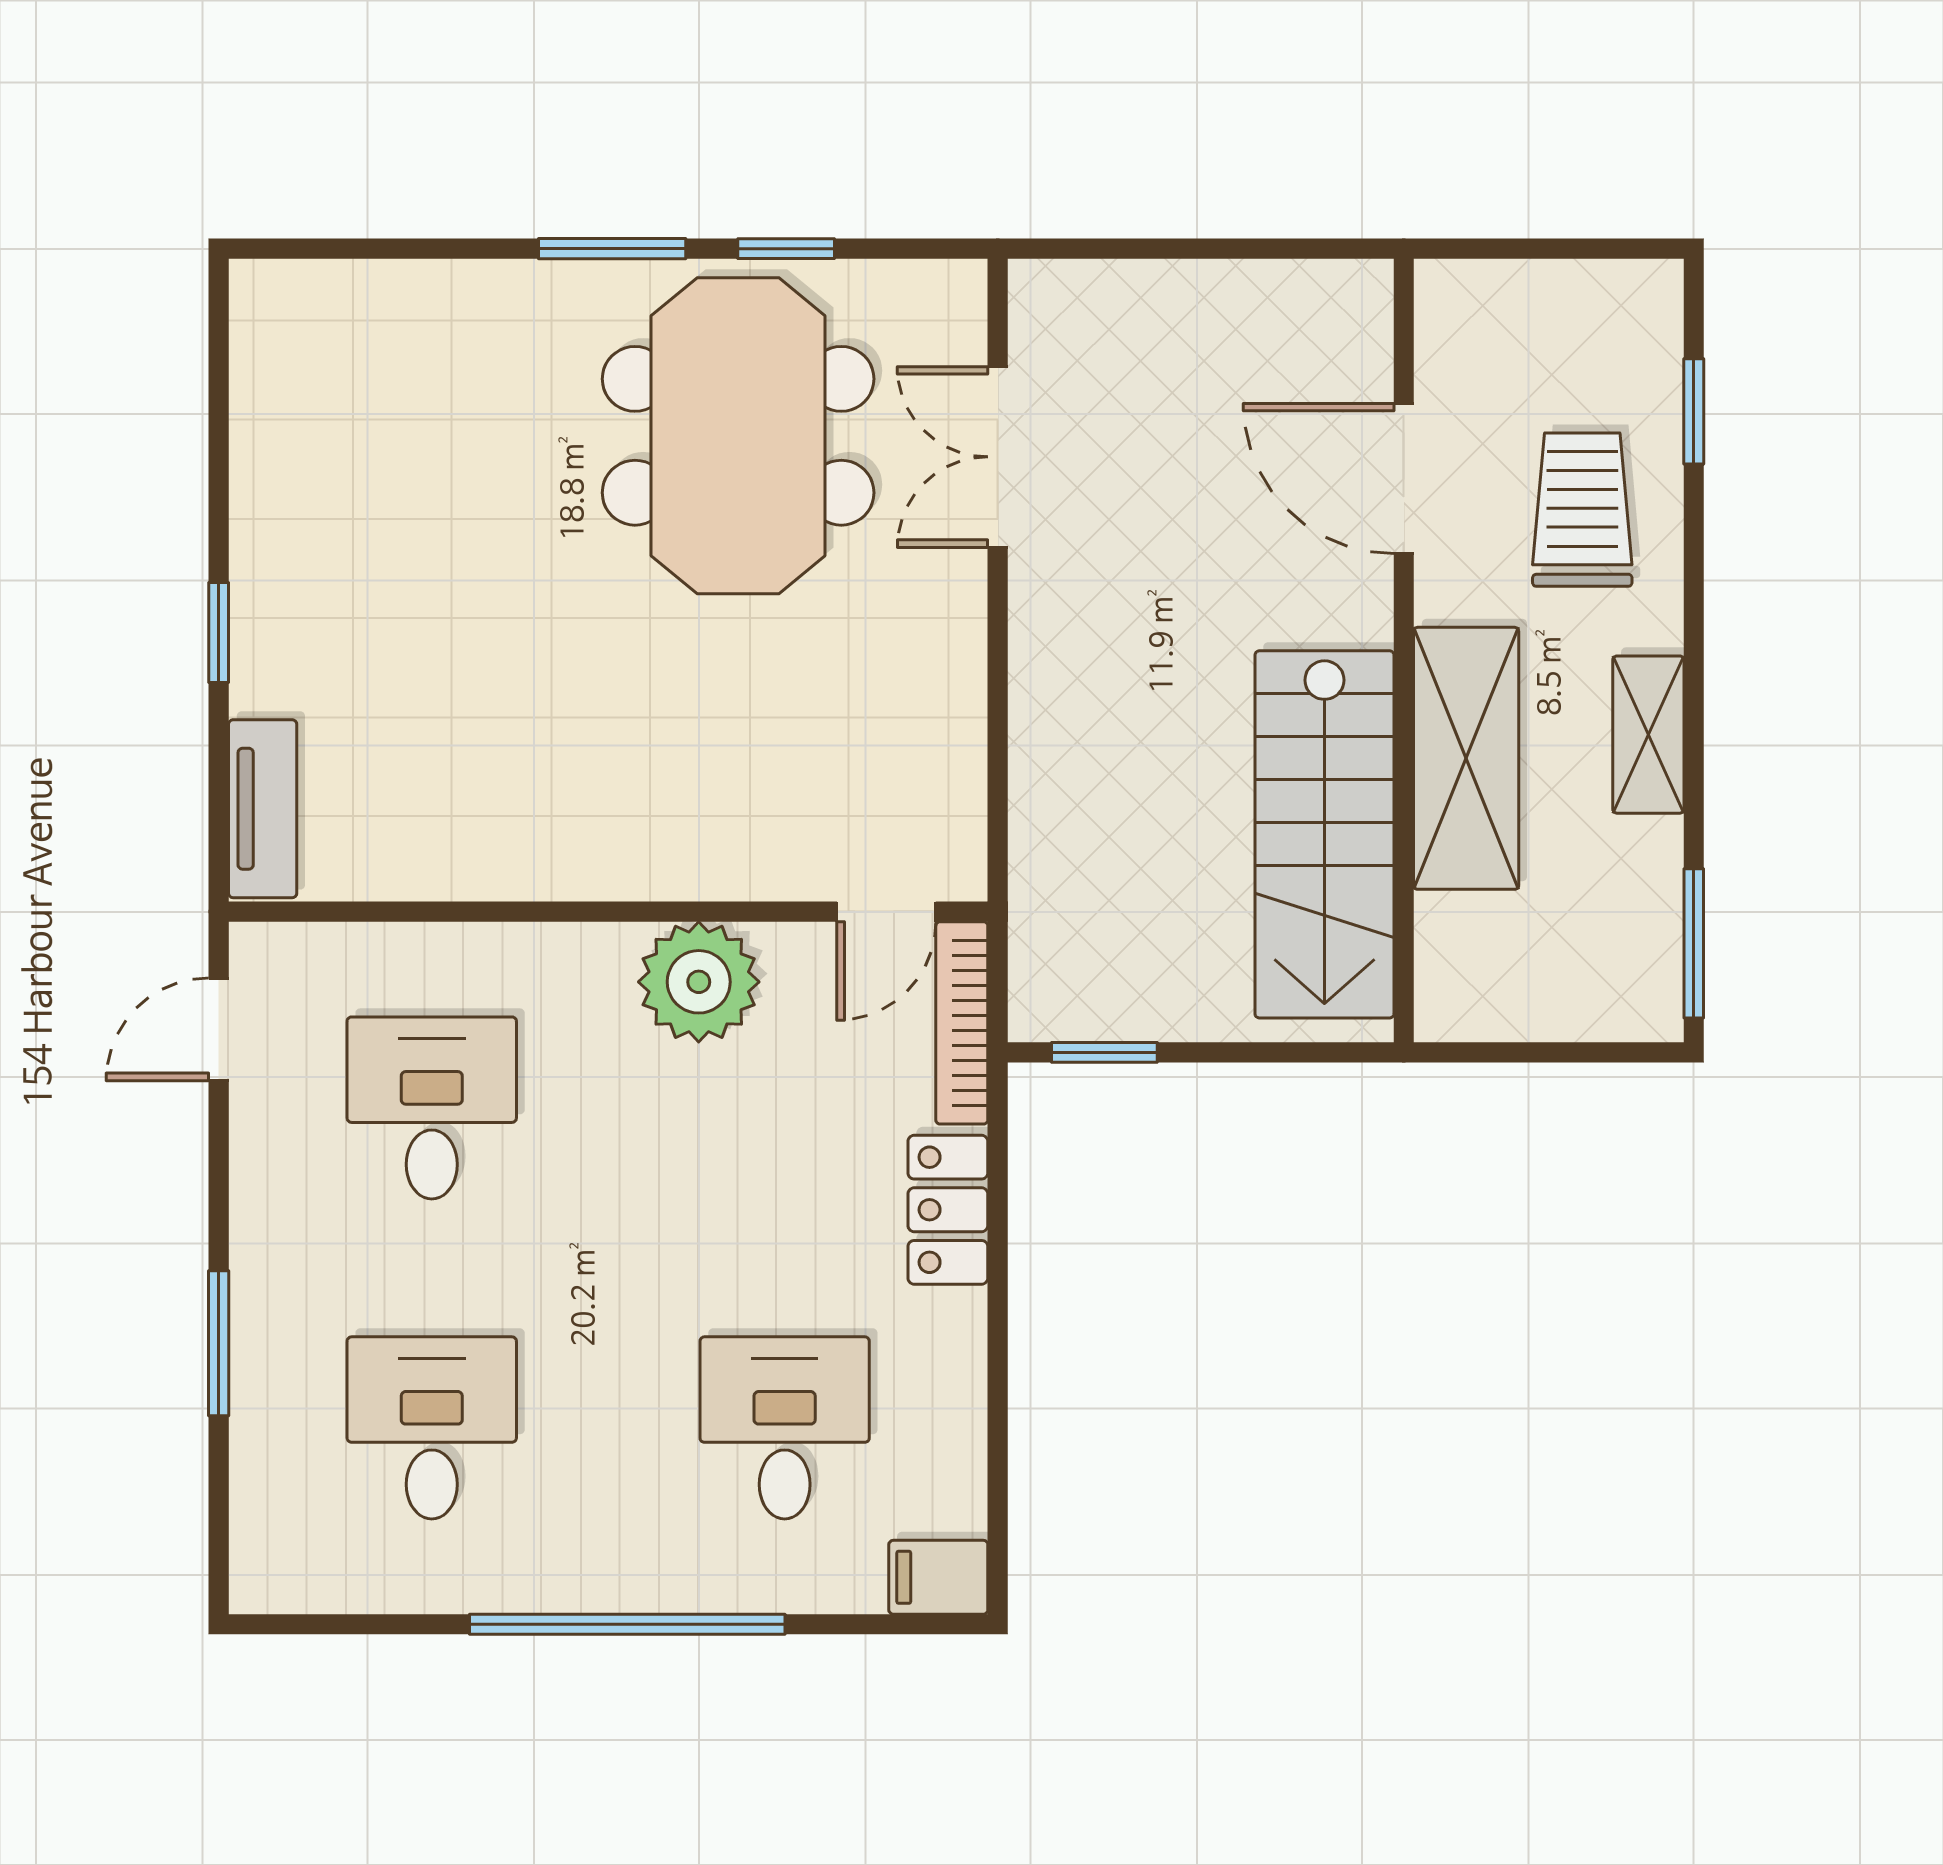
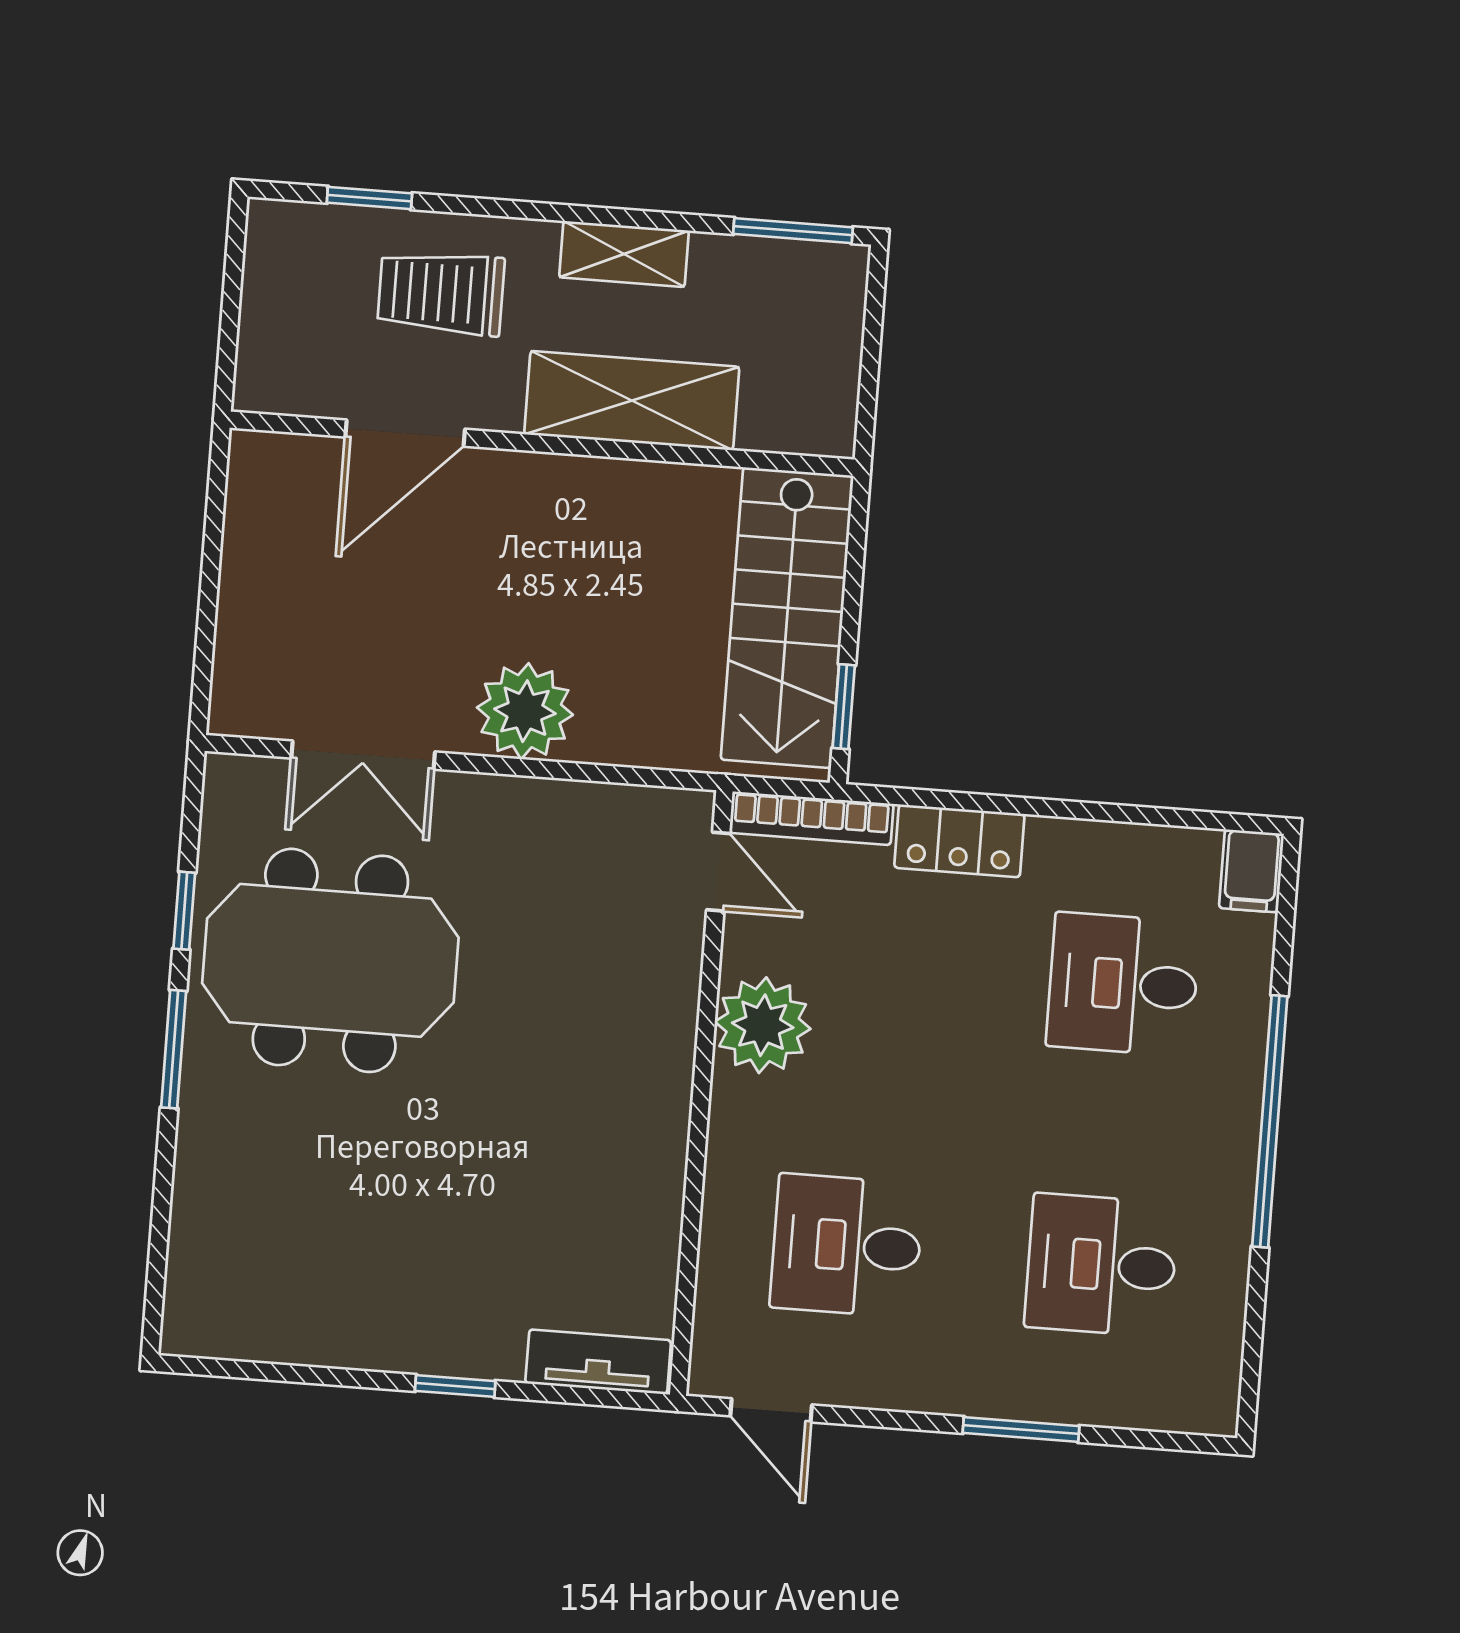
plant: (1068, 655) -> (525, 711), added
stairs: (1324, 834) -> (787, 618), moved, turned 90

